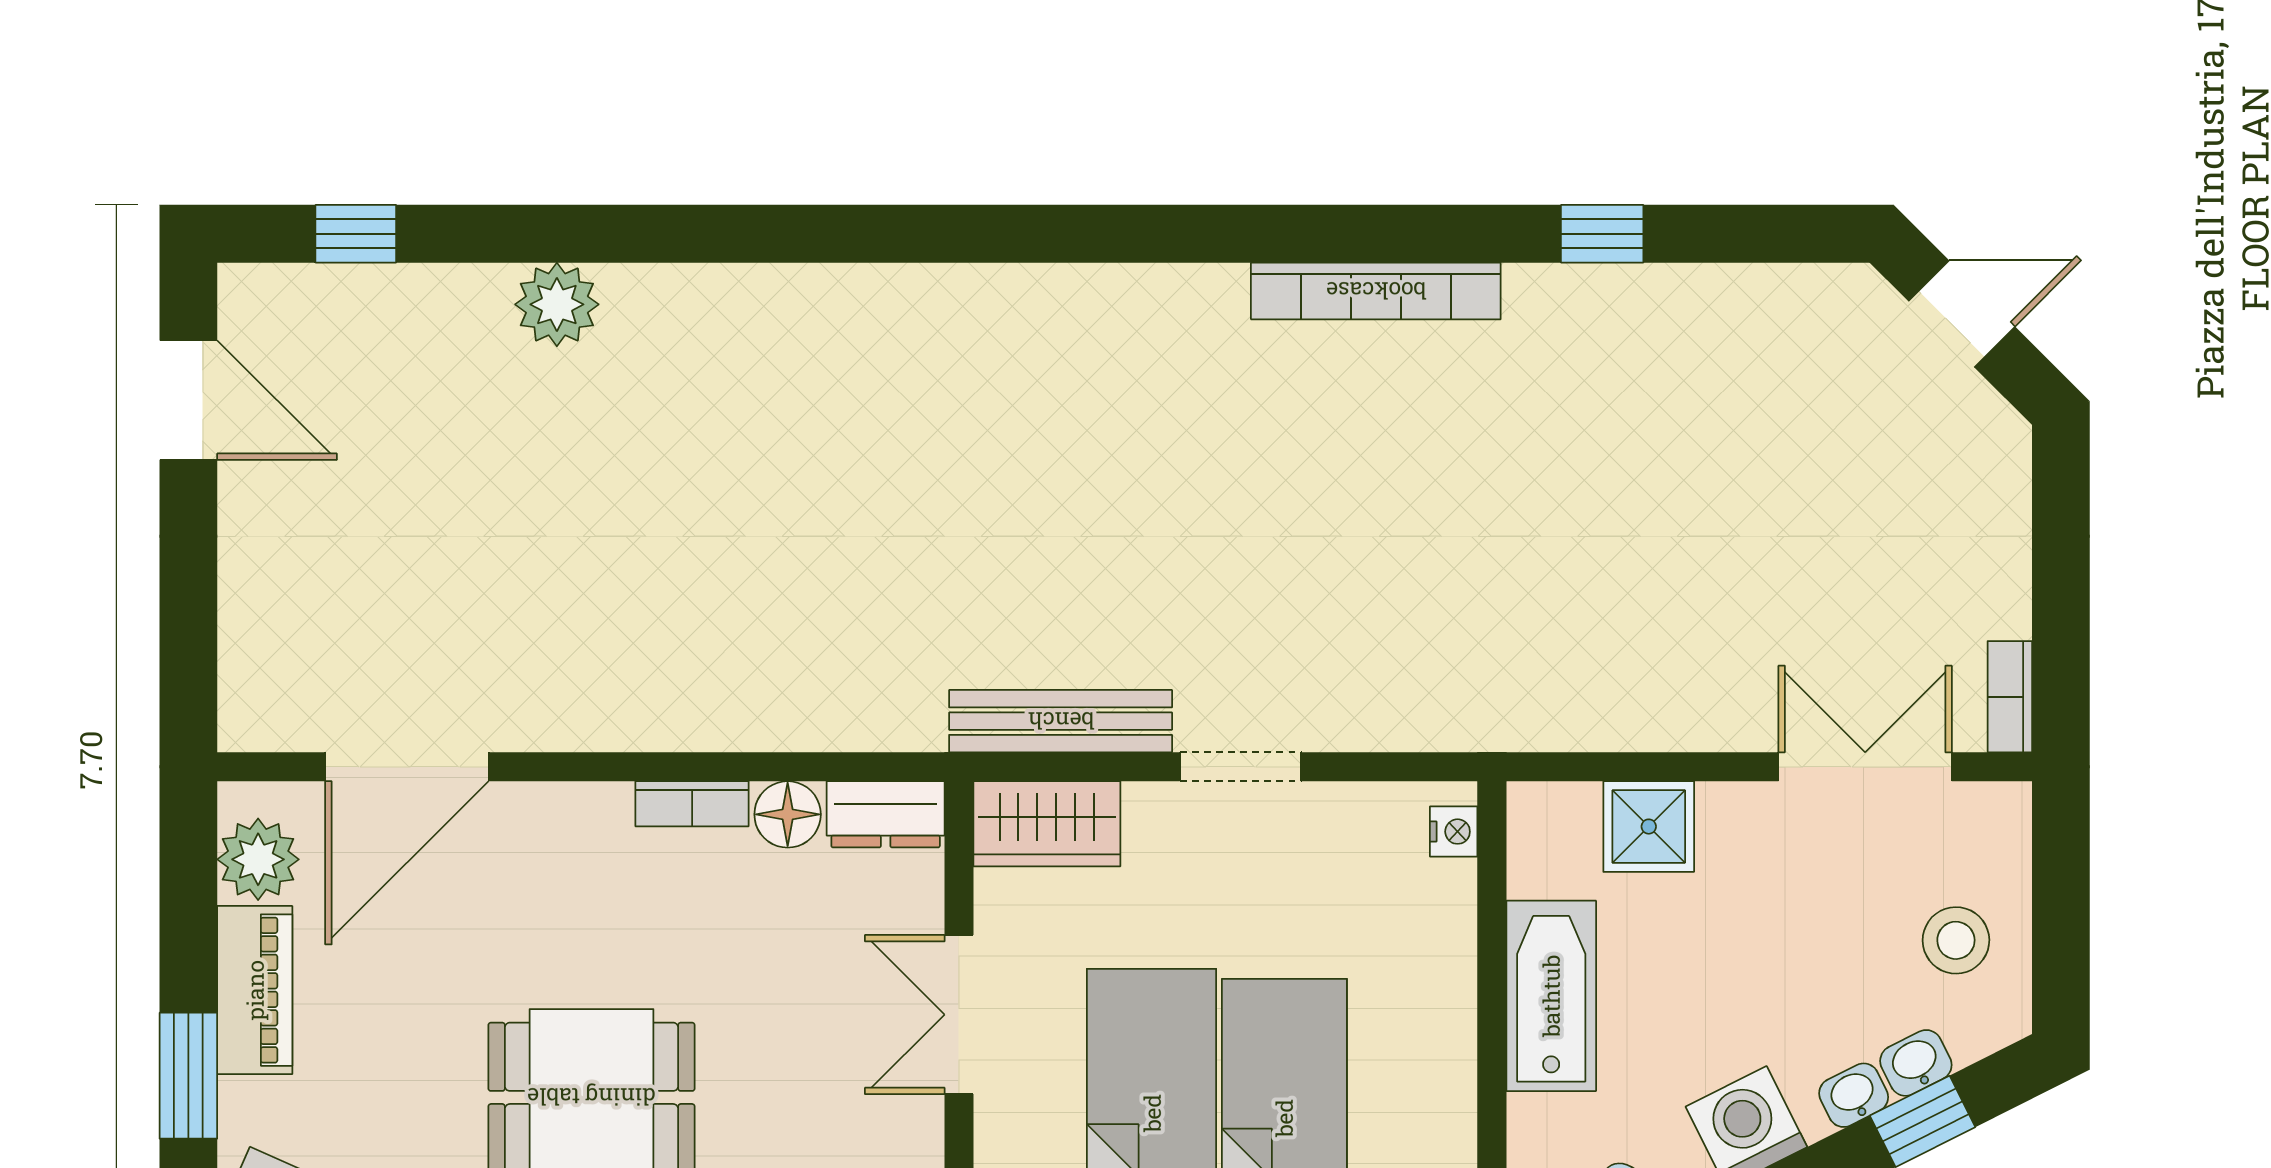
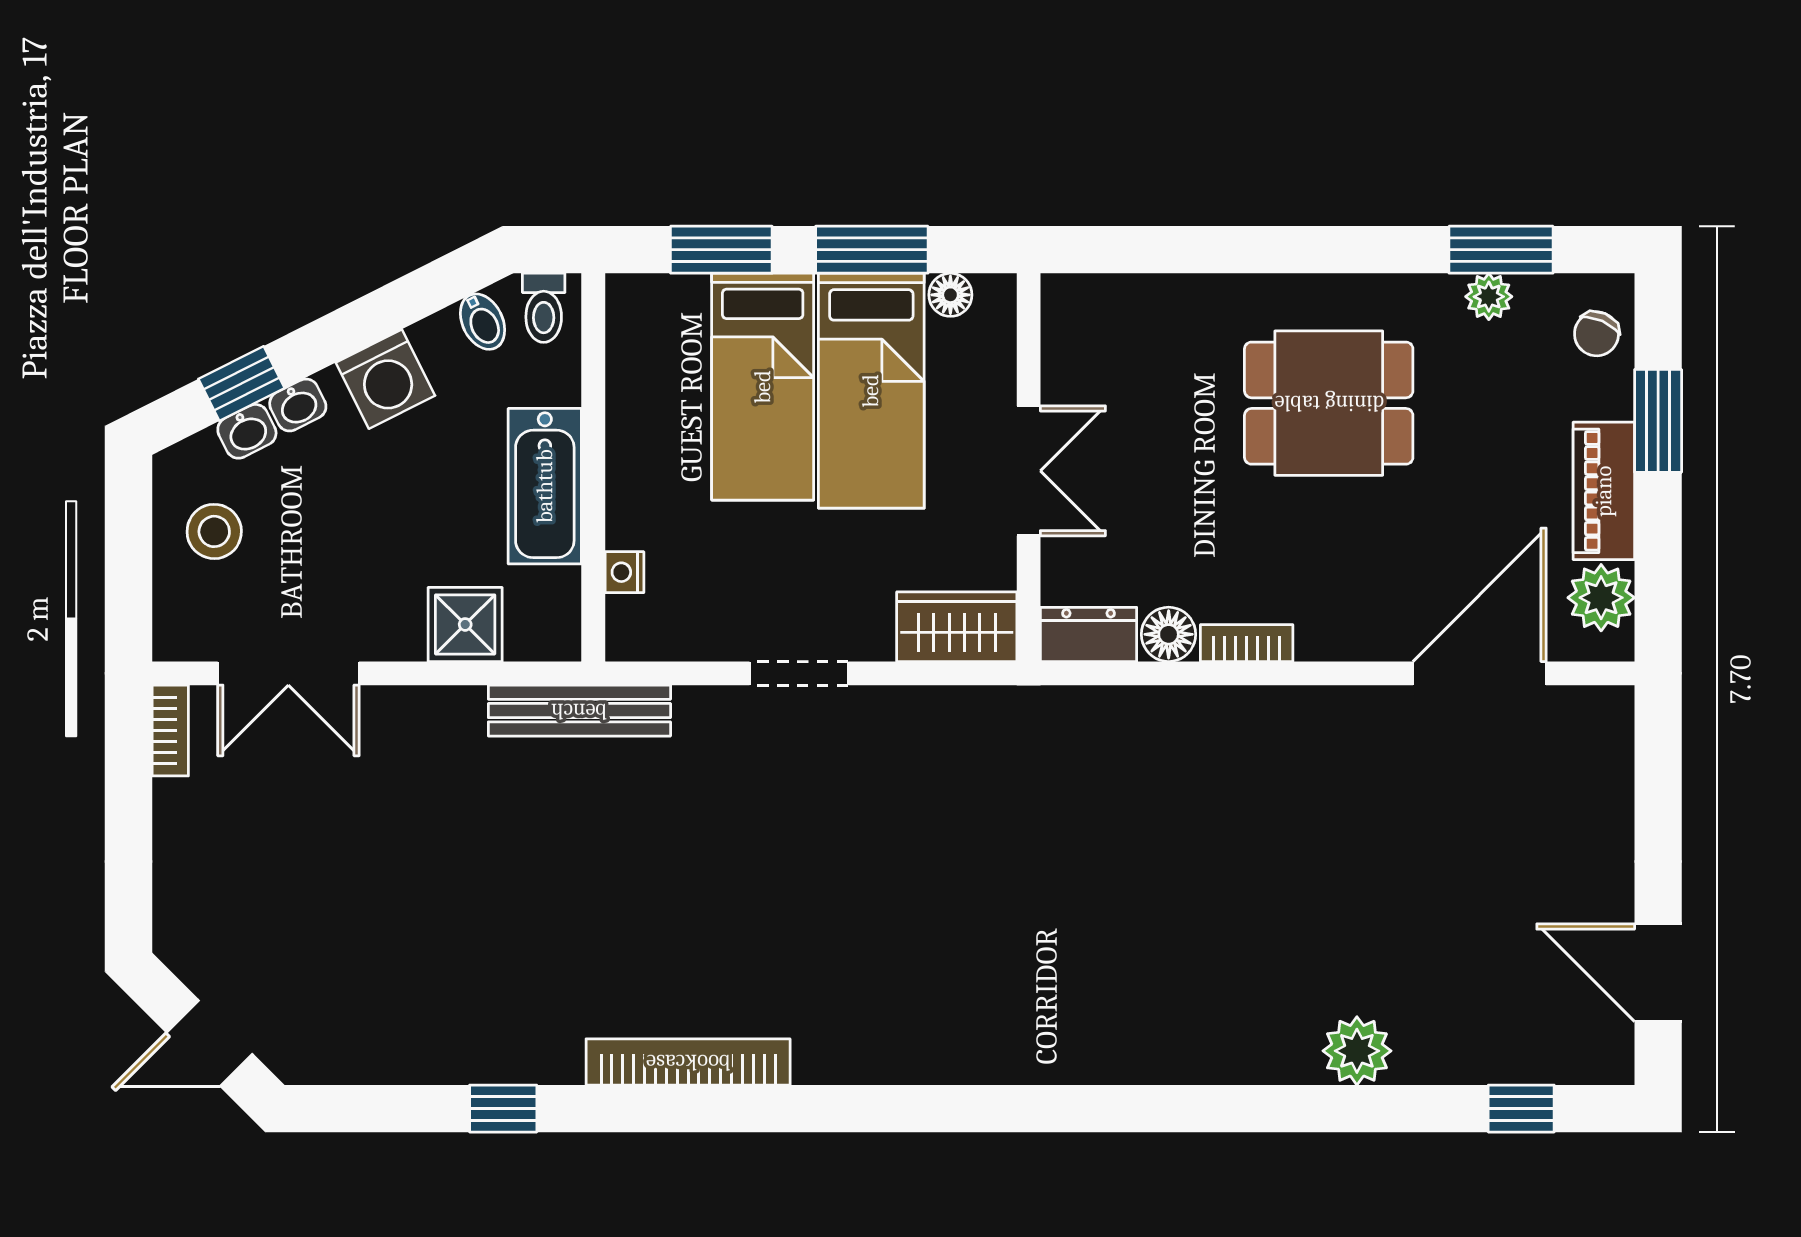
bench: (1061, 721) -> (579, 711), moved
nightstand: (1454, 832) -> (624, 572), moved

